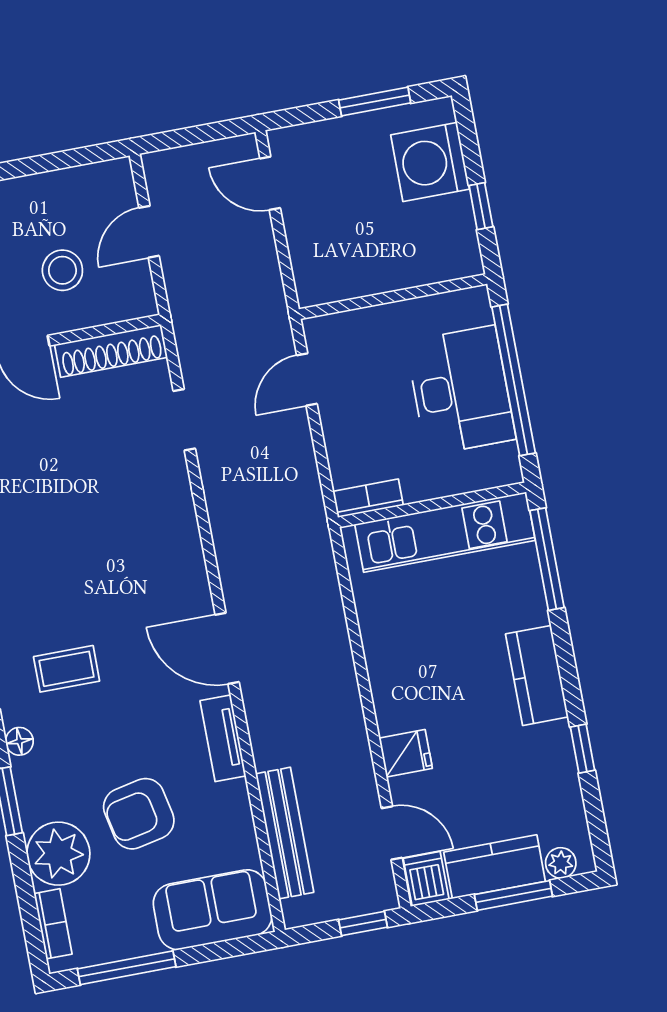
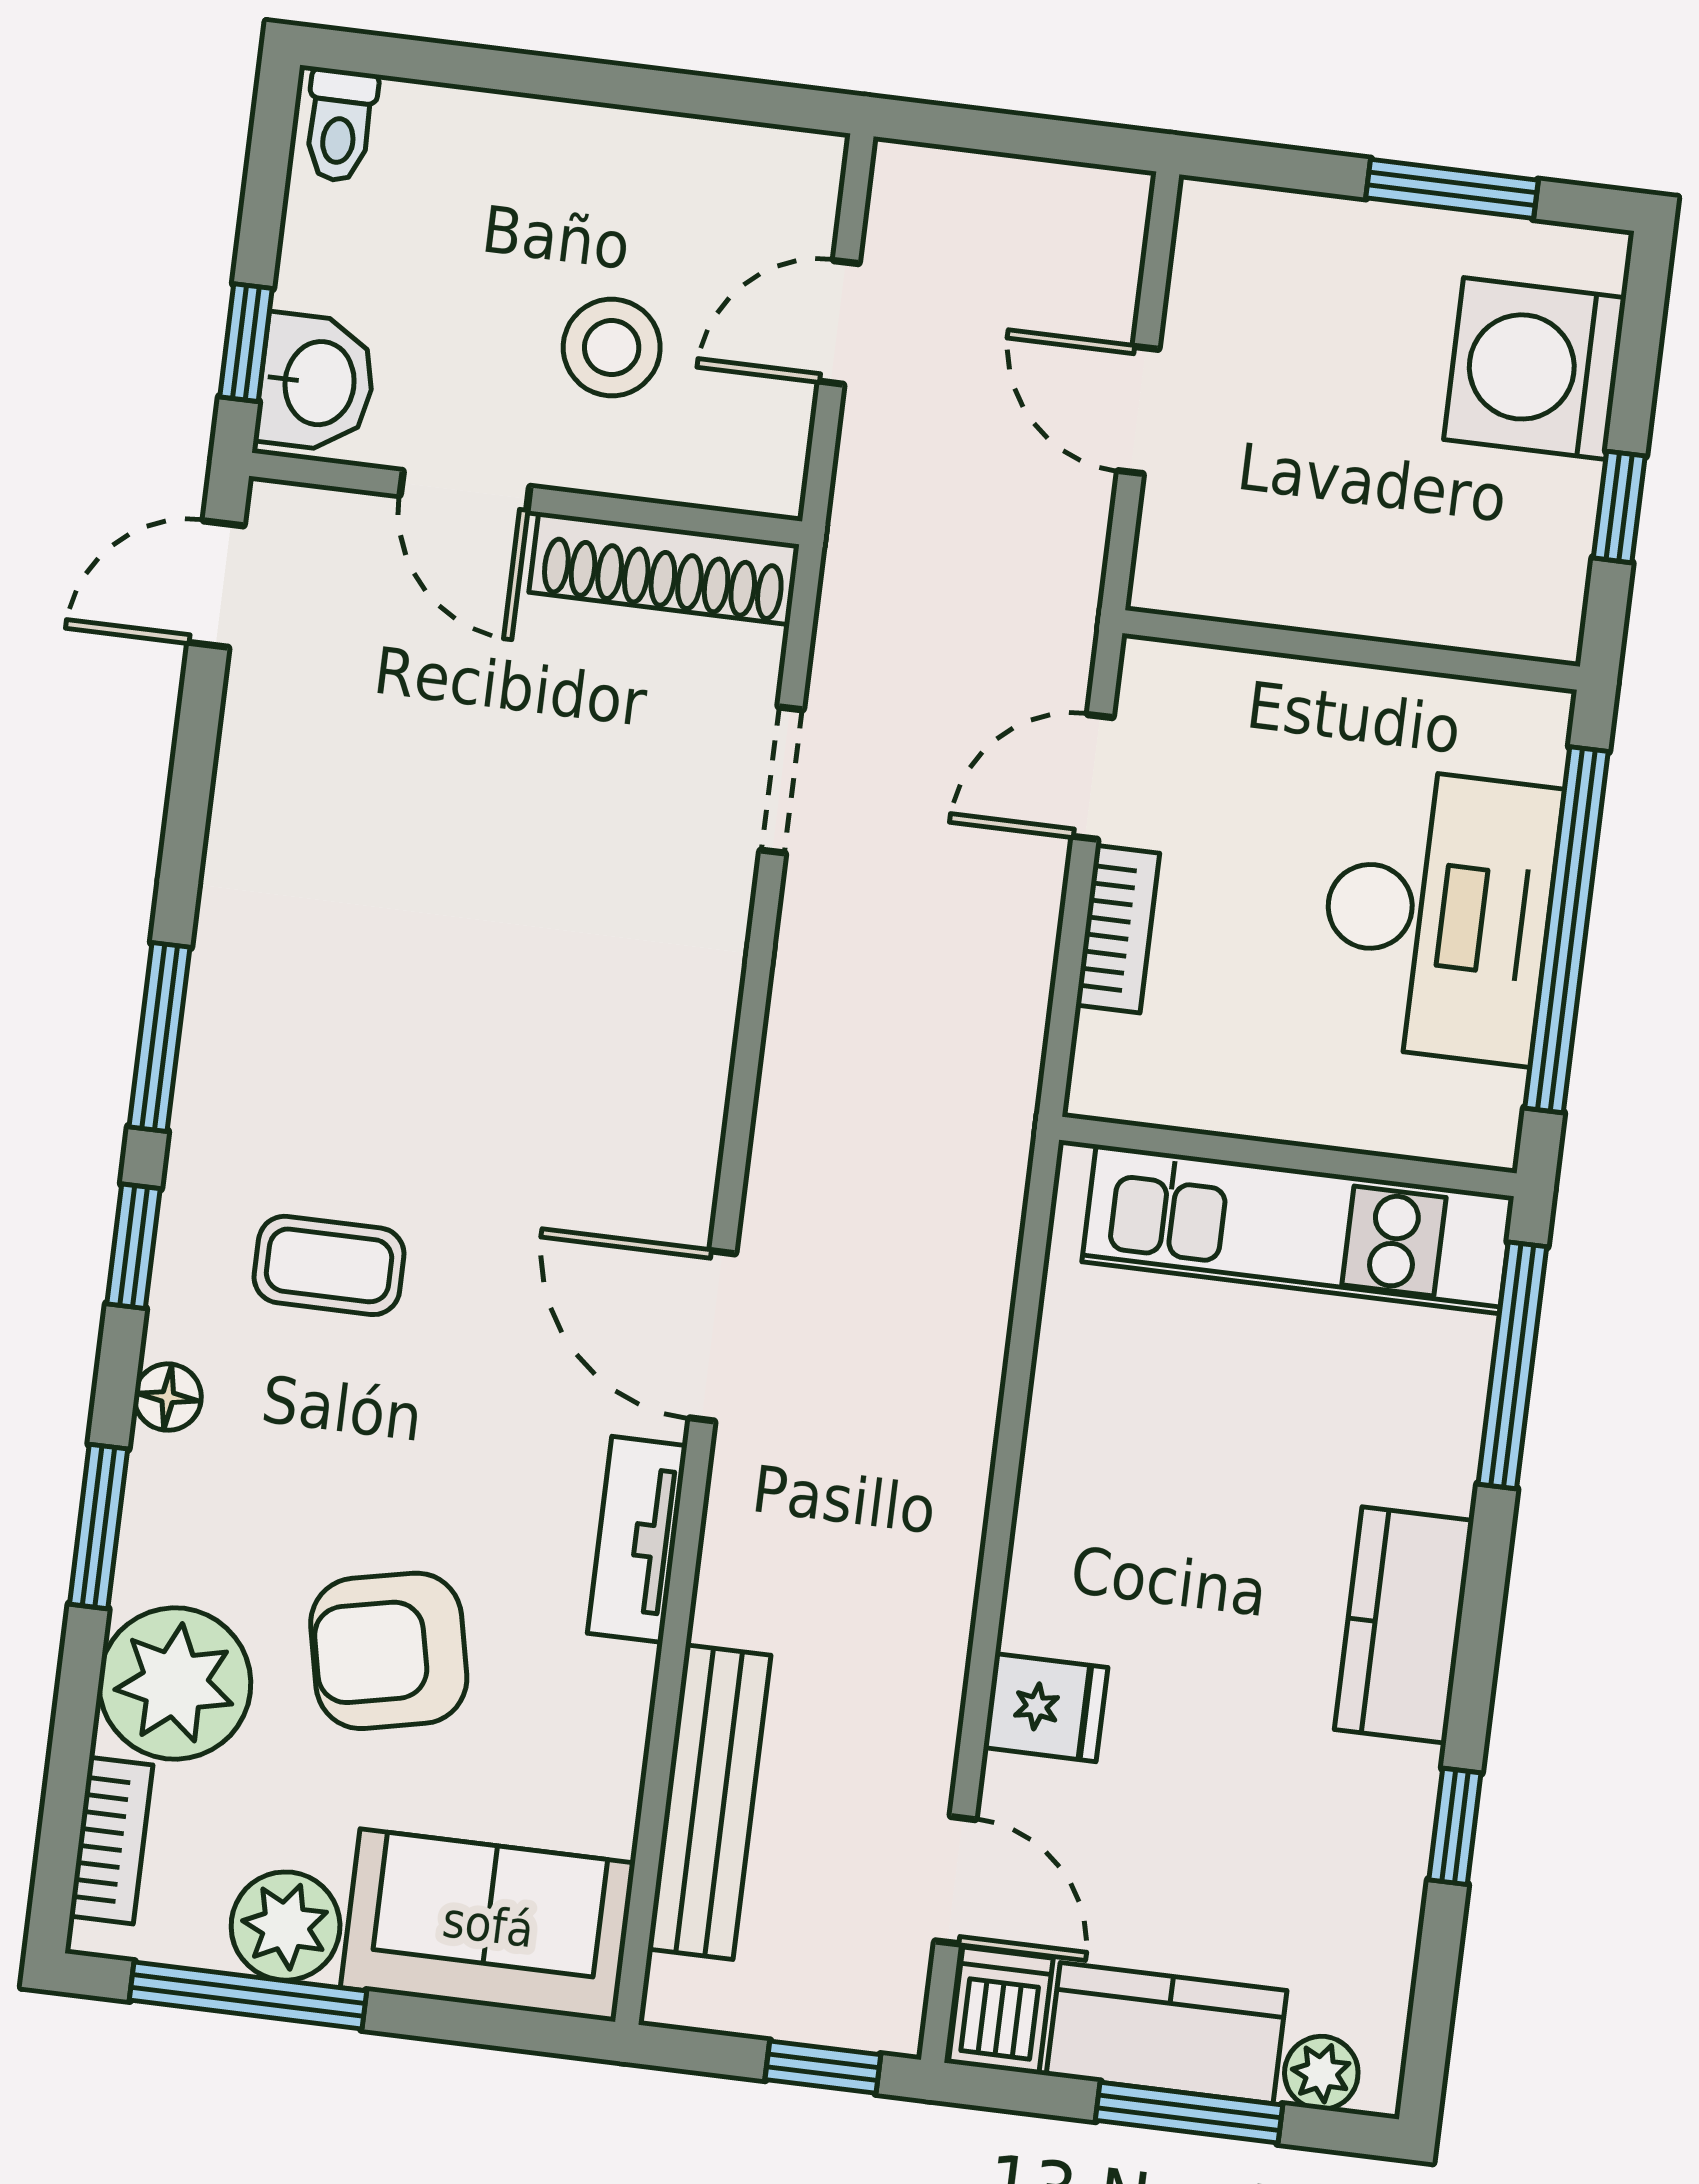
door: (270, 183) -> (1138, 410), moved
bookcase: (368, 498) -> (1118, 929), moved, turned 90
plant: (133, 936) -> (286, 1926), added

